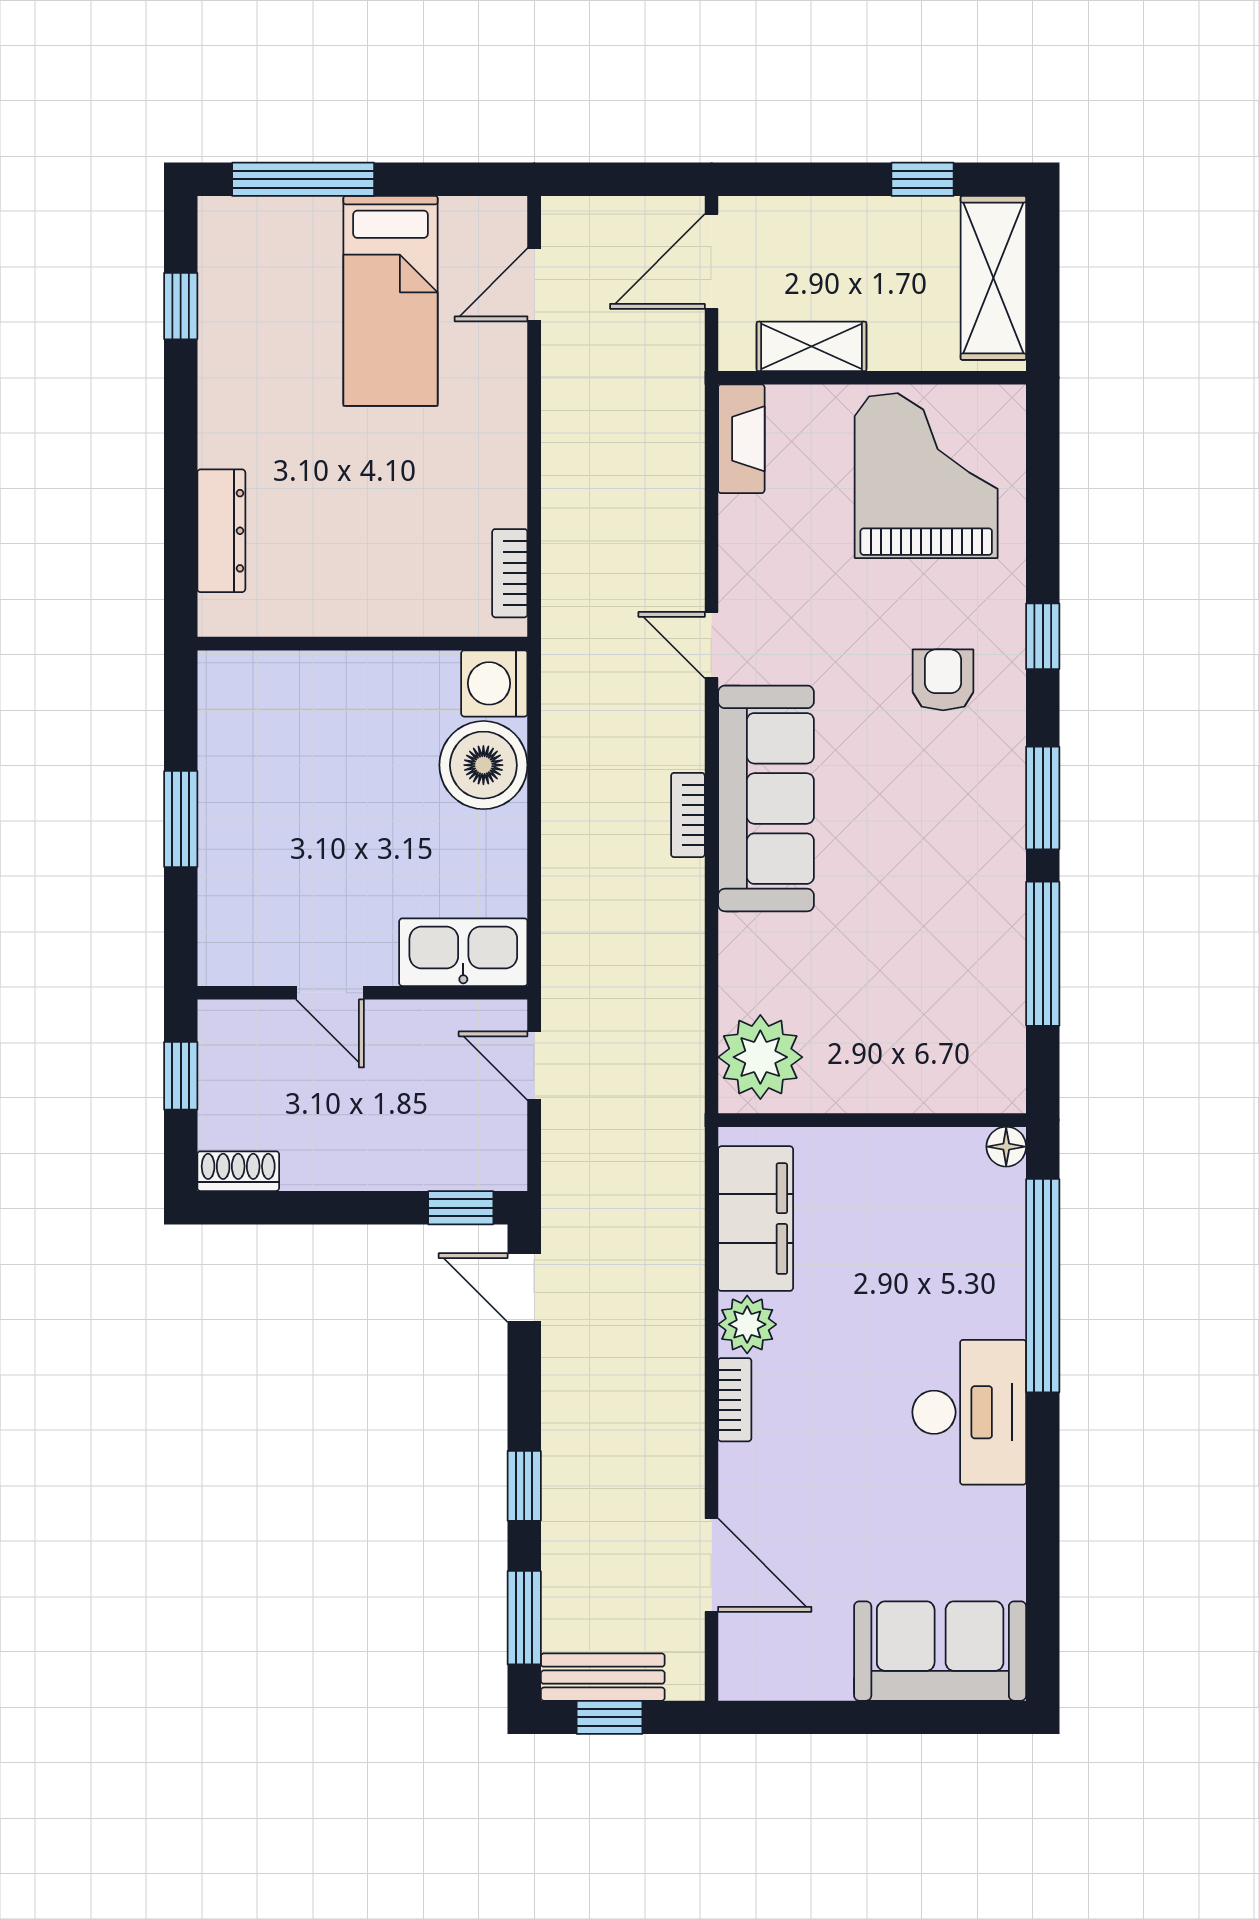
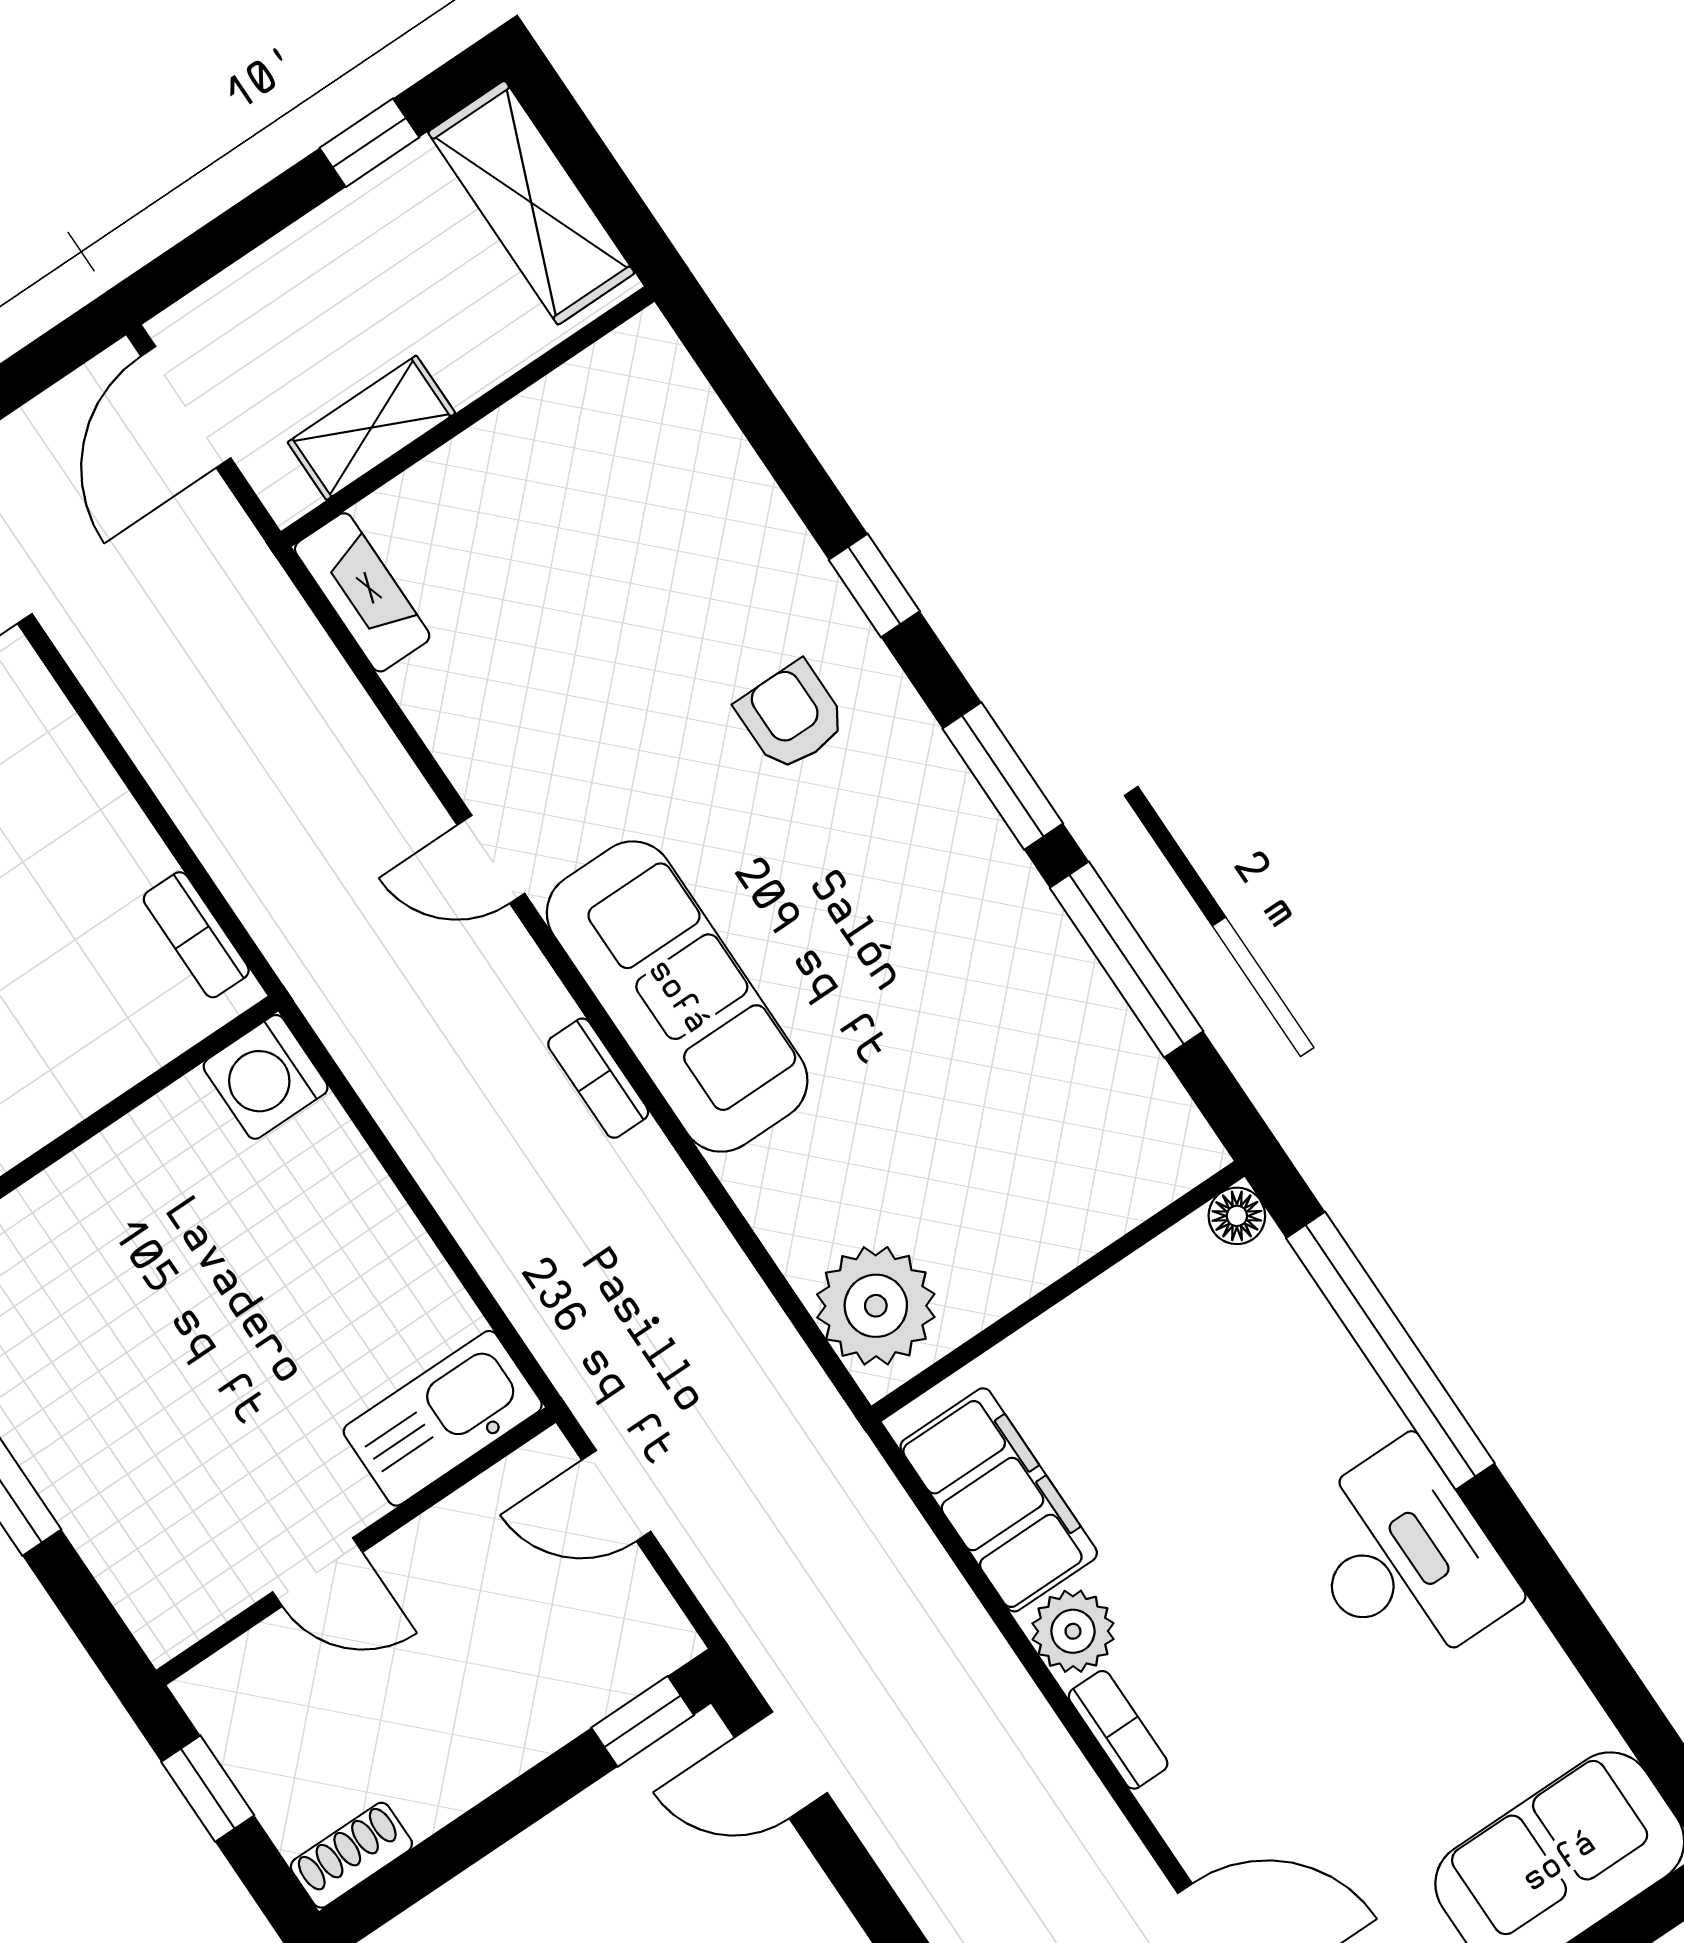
grand piano: (926, 476) -> (609, 489), removed
boiler: (483, 765) -> (318, 1182), removed

